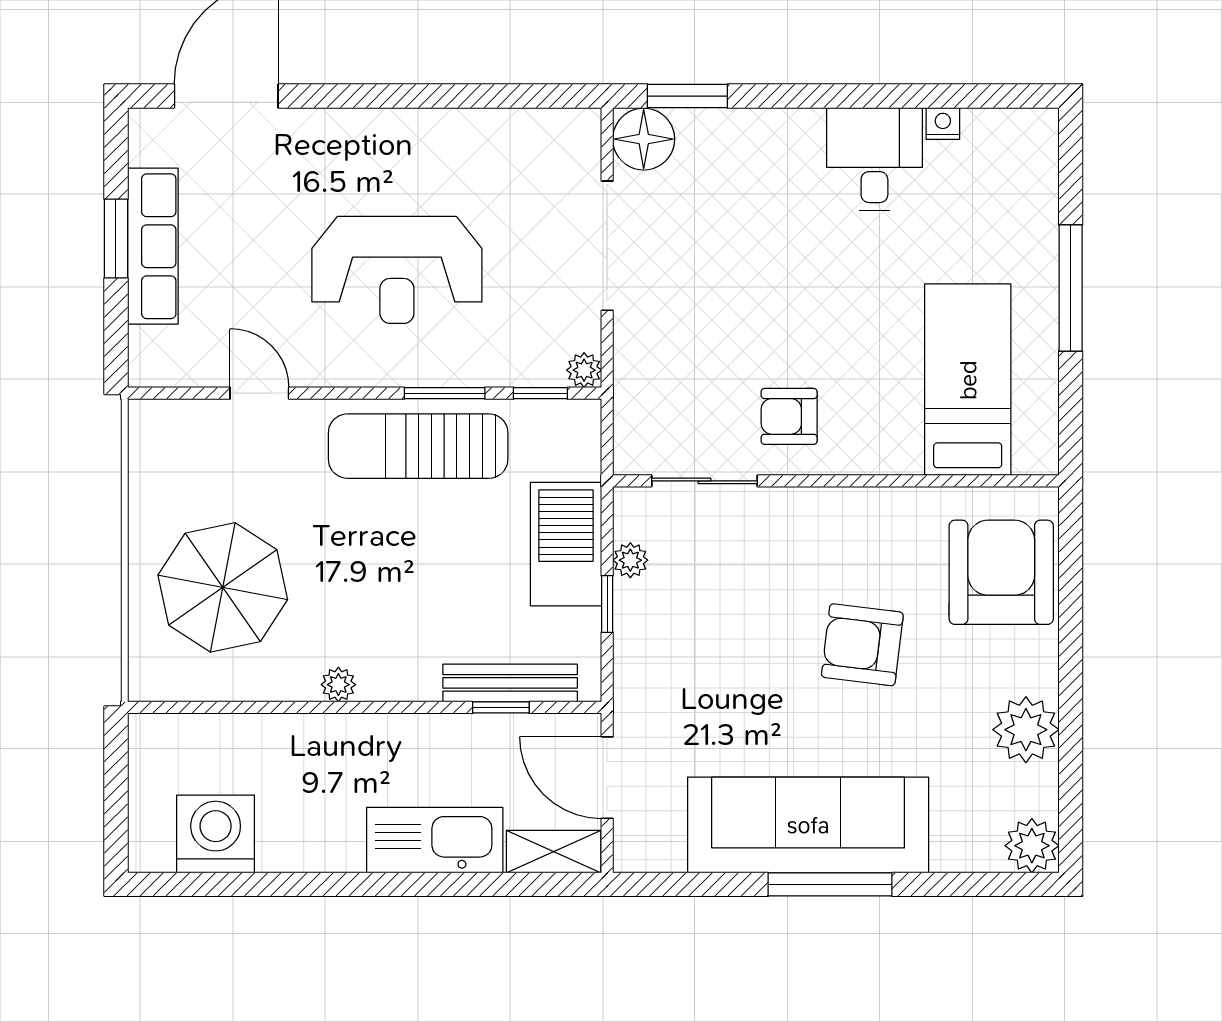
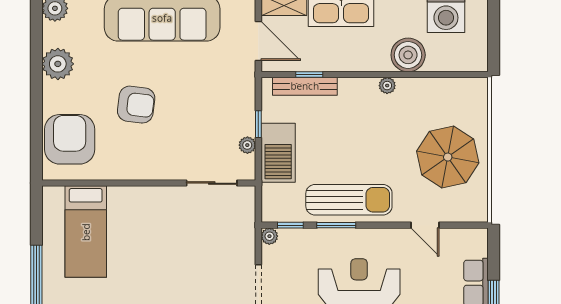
armchair: (789, 416) -> (171, 214), removed
armchair: (1001, 572) -> (70, 139), turned 180
parasol: (223, 587) -> (448, 157), moved
boiler: (295, 748) -> (408, 55), added

